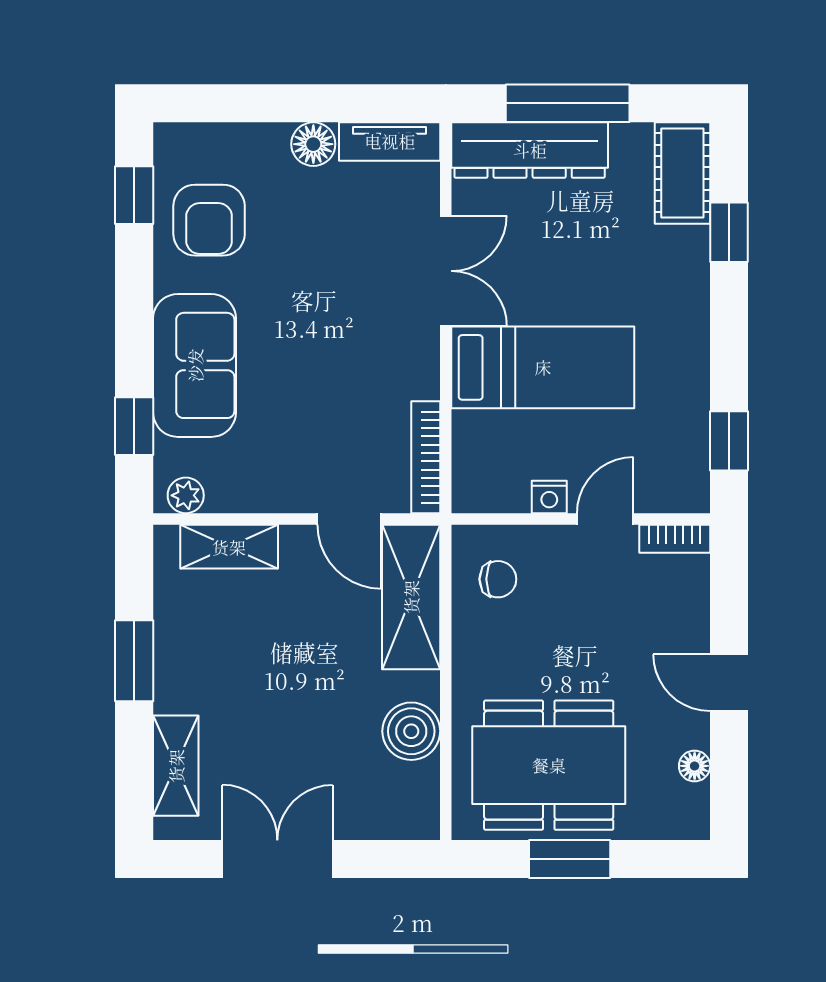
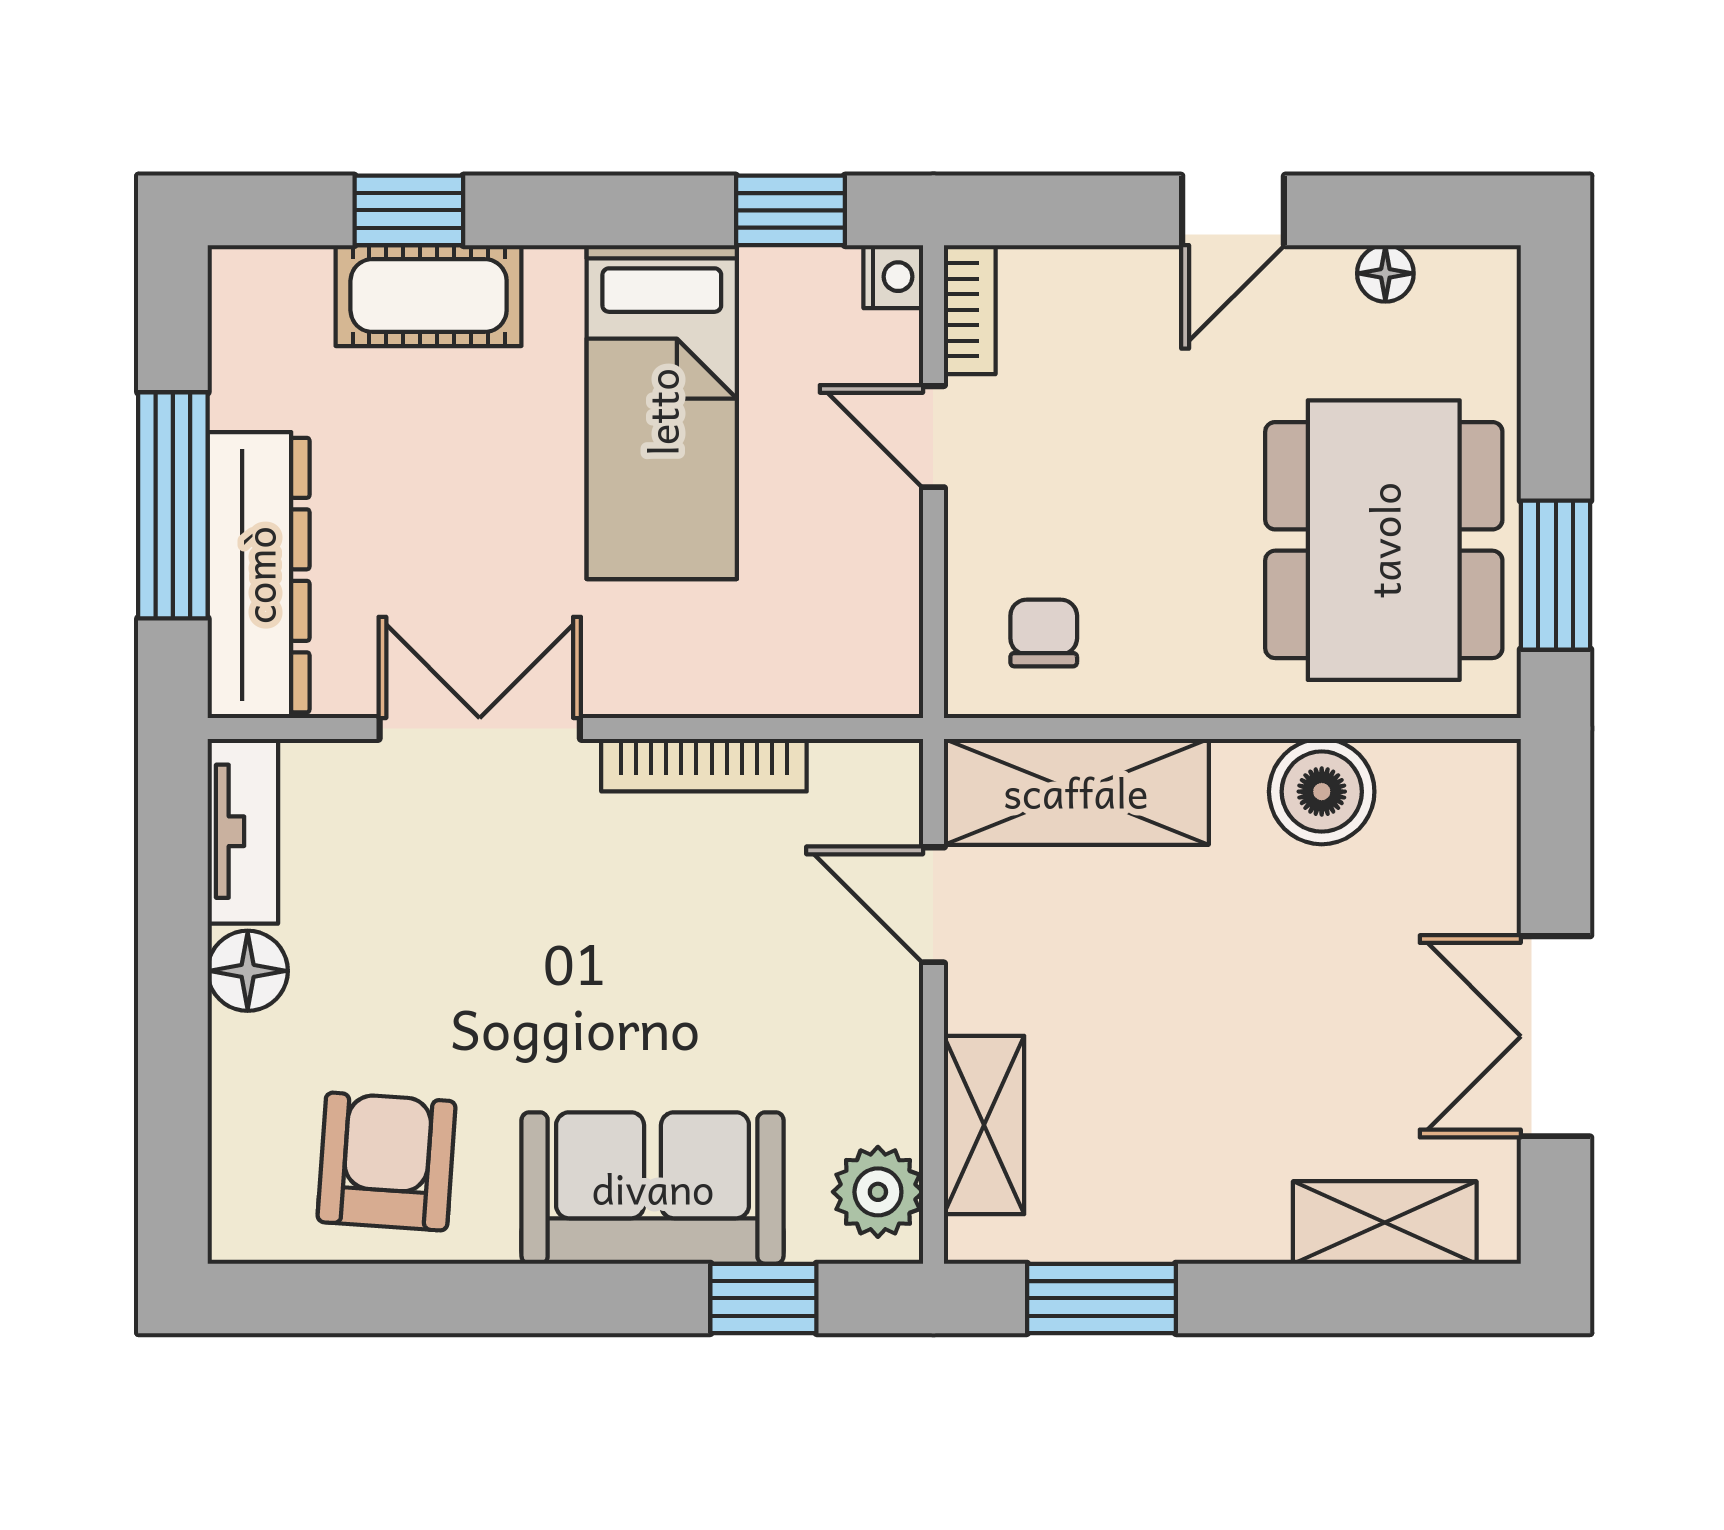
cot: (682, 173) -> (429, 296), moved
window: (134, 195) -> (341, 1298), removed
armchair: (209, 220) -> (387, 1162), turned -86
bed: (543, 367) -> (662, 412), moved, turned 180
bookcase: (426, 457) -> (704, 765), moved
plant: (186, 495) -> (878, 1192), width x1.38, depth x1.38
nightstand: (549, 497) -> (893, 277), moved
door: (349, 519) -> (933, 905), swing flipped
window: (134, 661) -> (1101, 1298), moved
window: (570, 859) -> (1556, 575), moved

